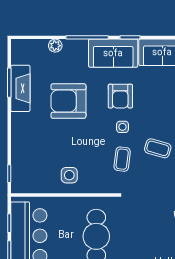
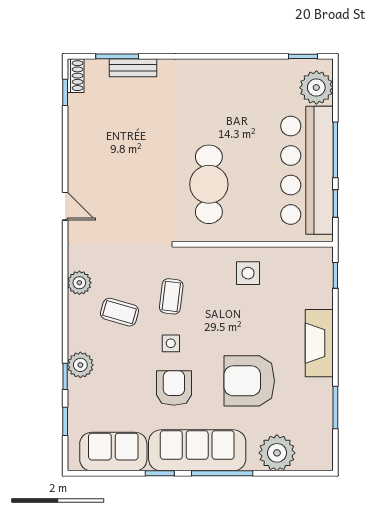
plant: (55, 46) -> (277, 453), width x1.88, depth x1.88
sofa: (113, 53) -> (197, 450), width x1.36
fireplace: (20, 88) -> (319, 343), moved
armchair: (68, 101) -> (249, 381), turned 180

